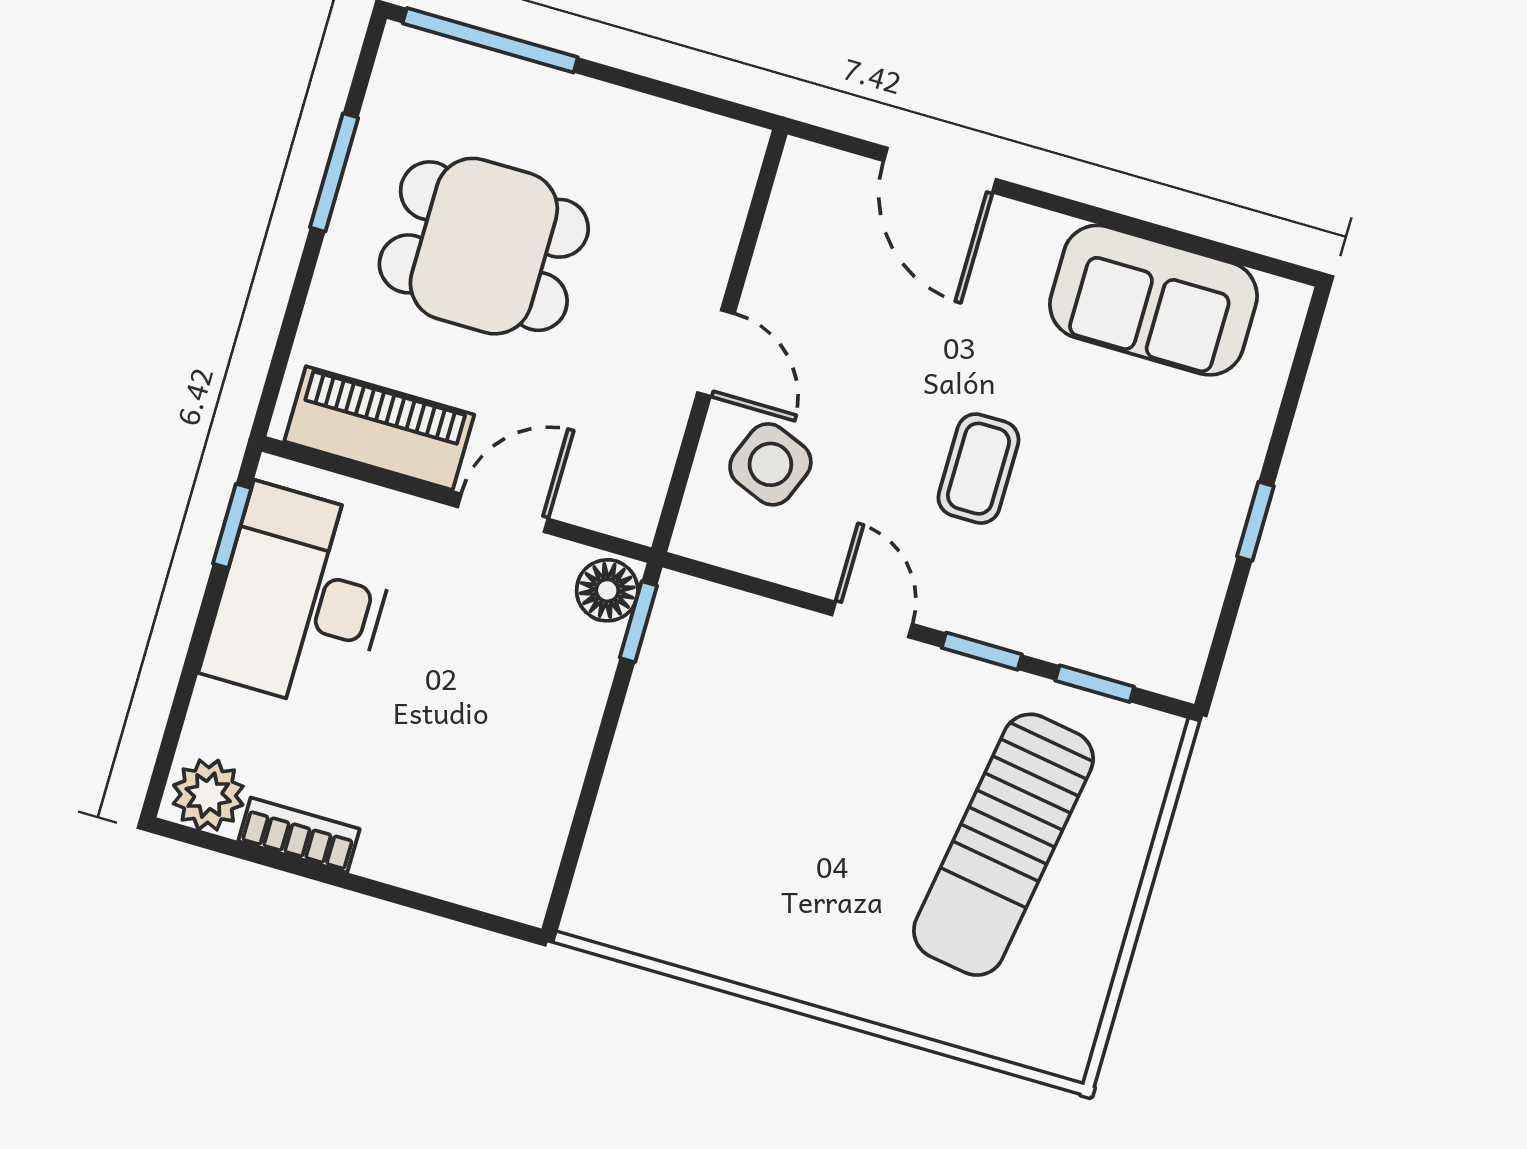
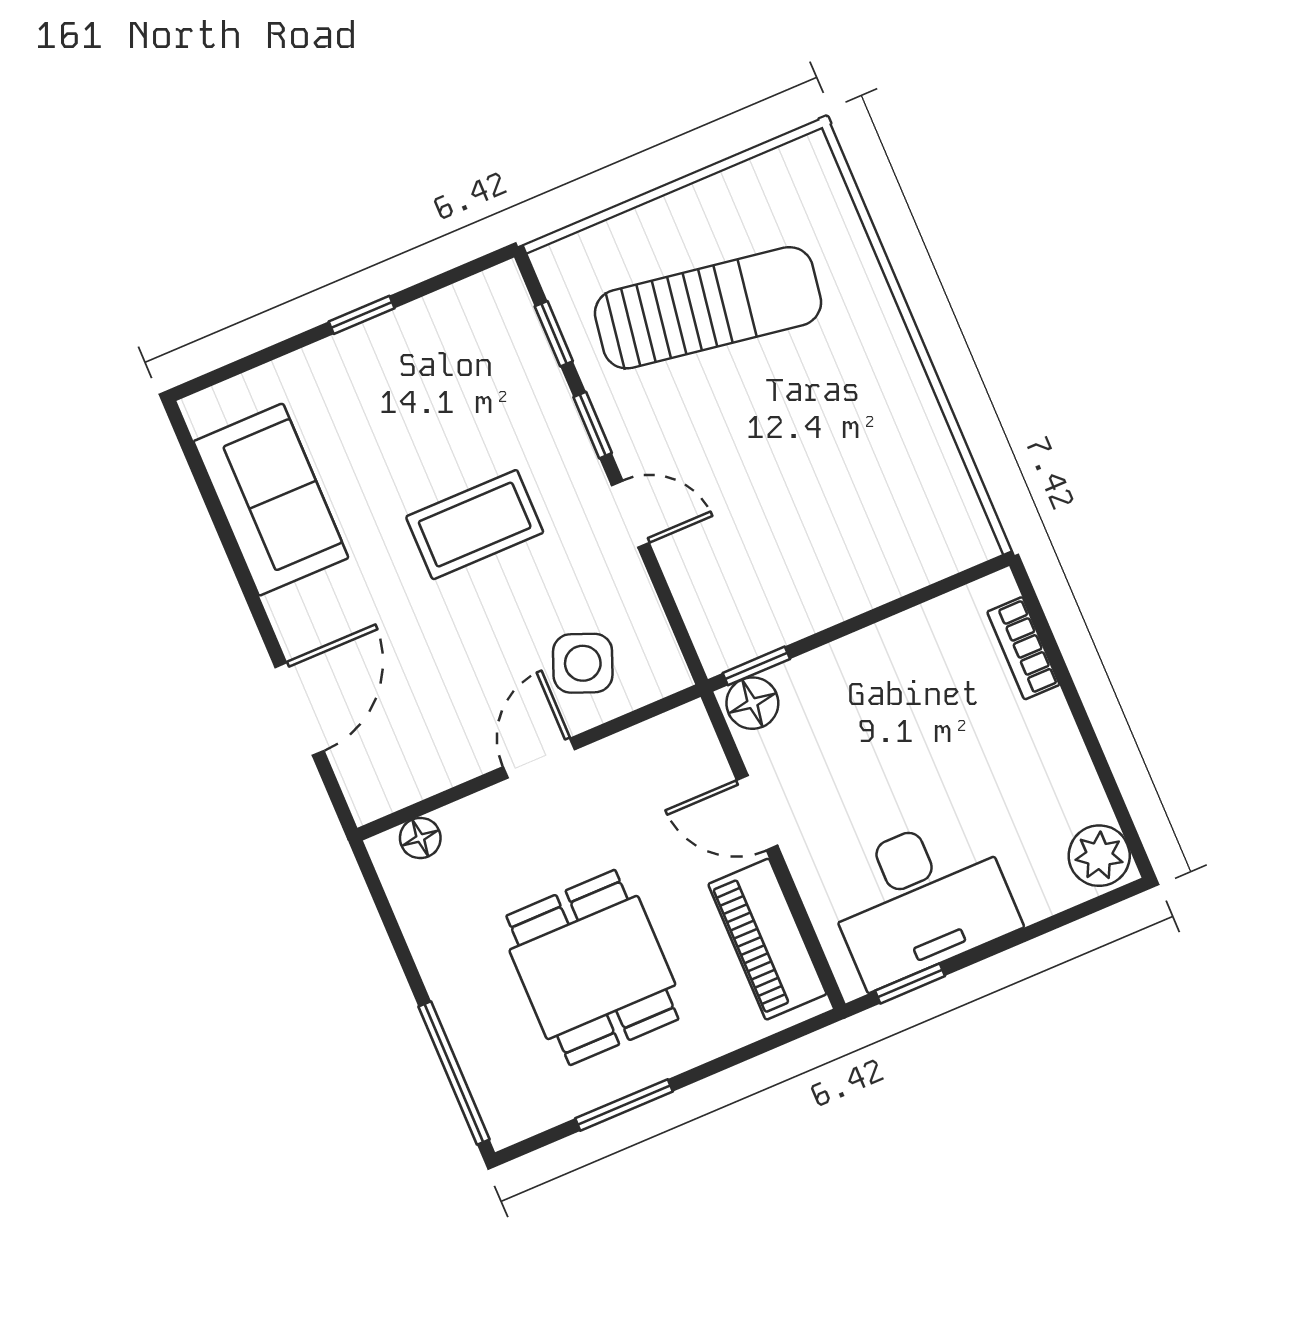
floor lamp: (731, 185) -> (420, 838), added
coffee table: (978, 469) -> (475, 525), width x1.36, depth x1.30
door: (872, 619) -> (630, 514), swing flipped
bookcase: (299, 835) -> (1023, 648), moved

